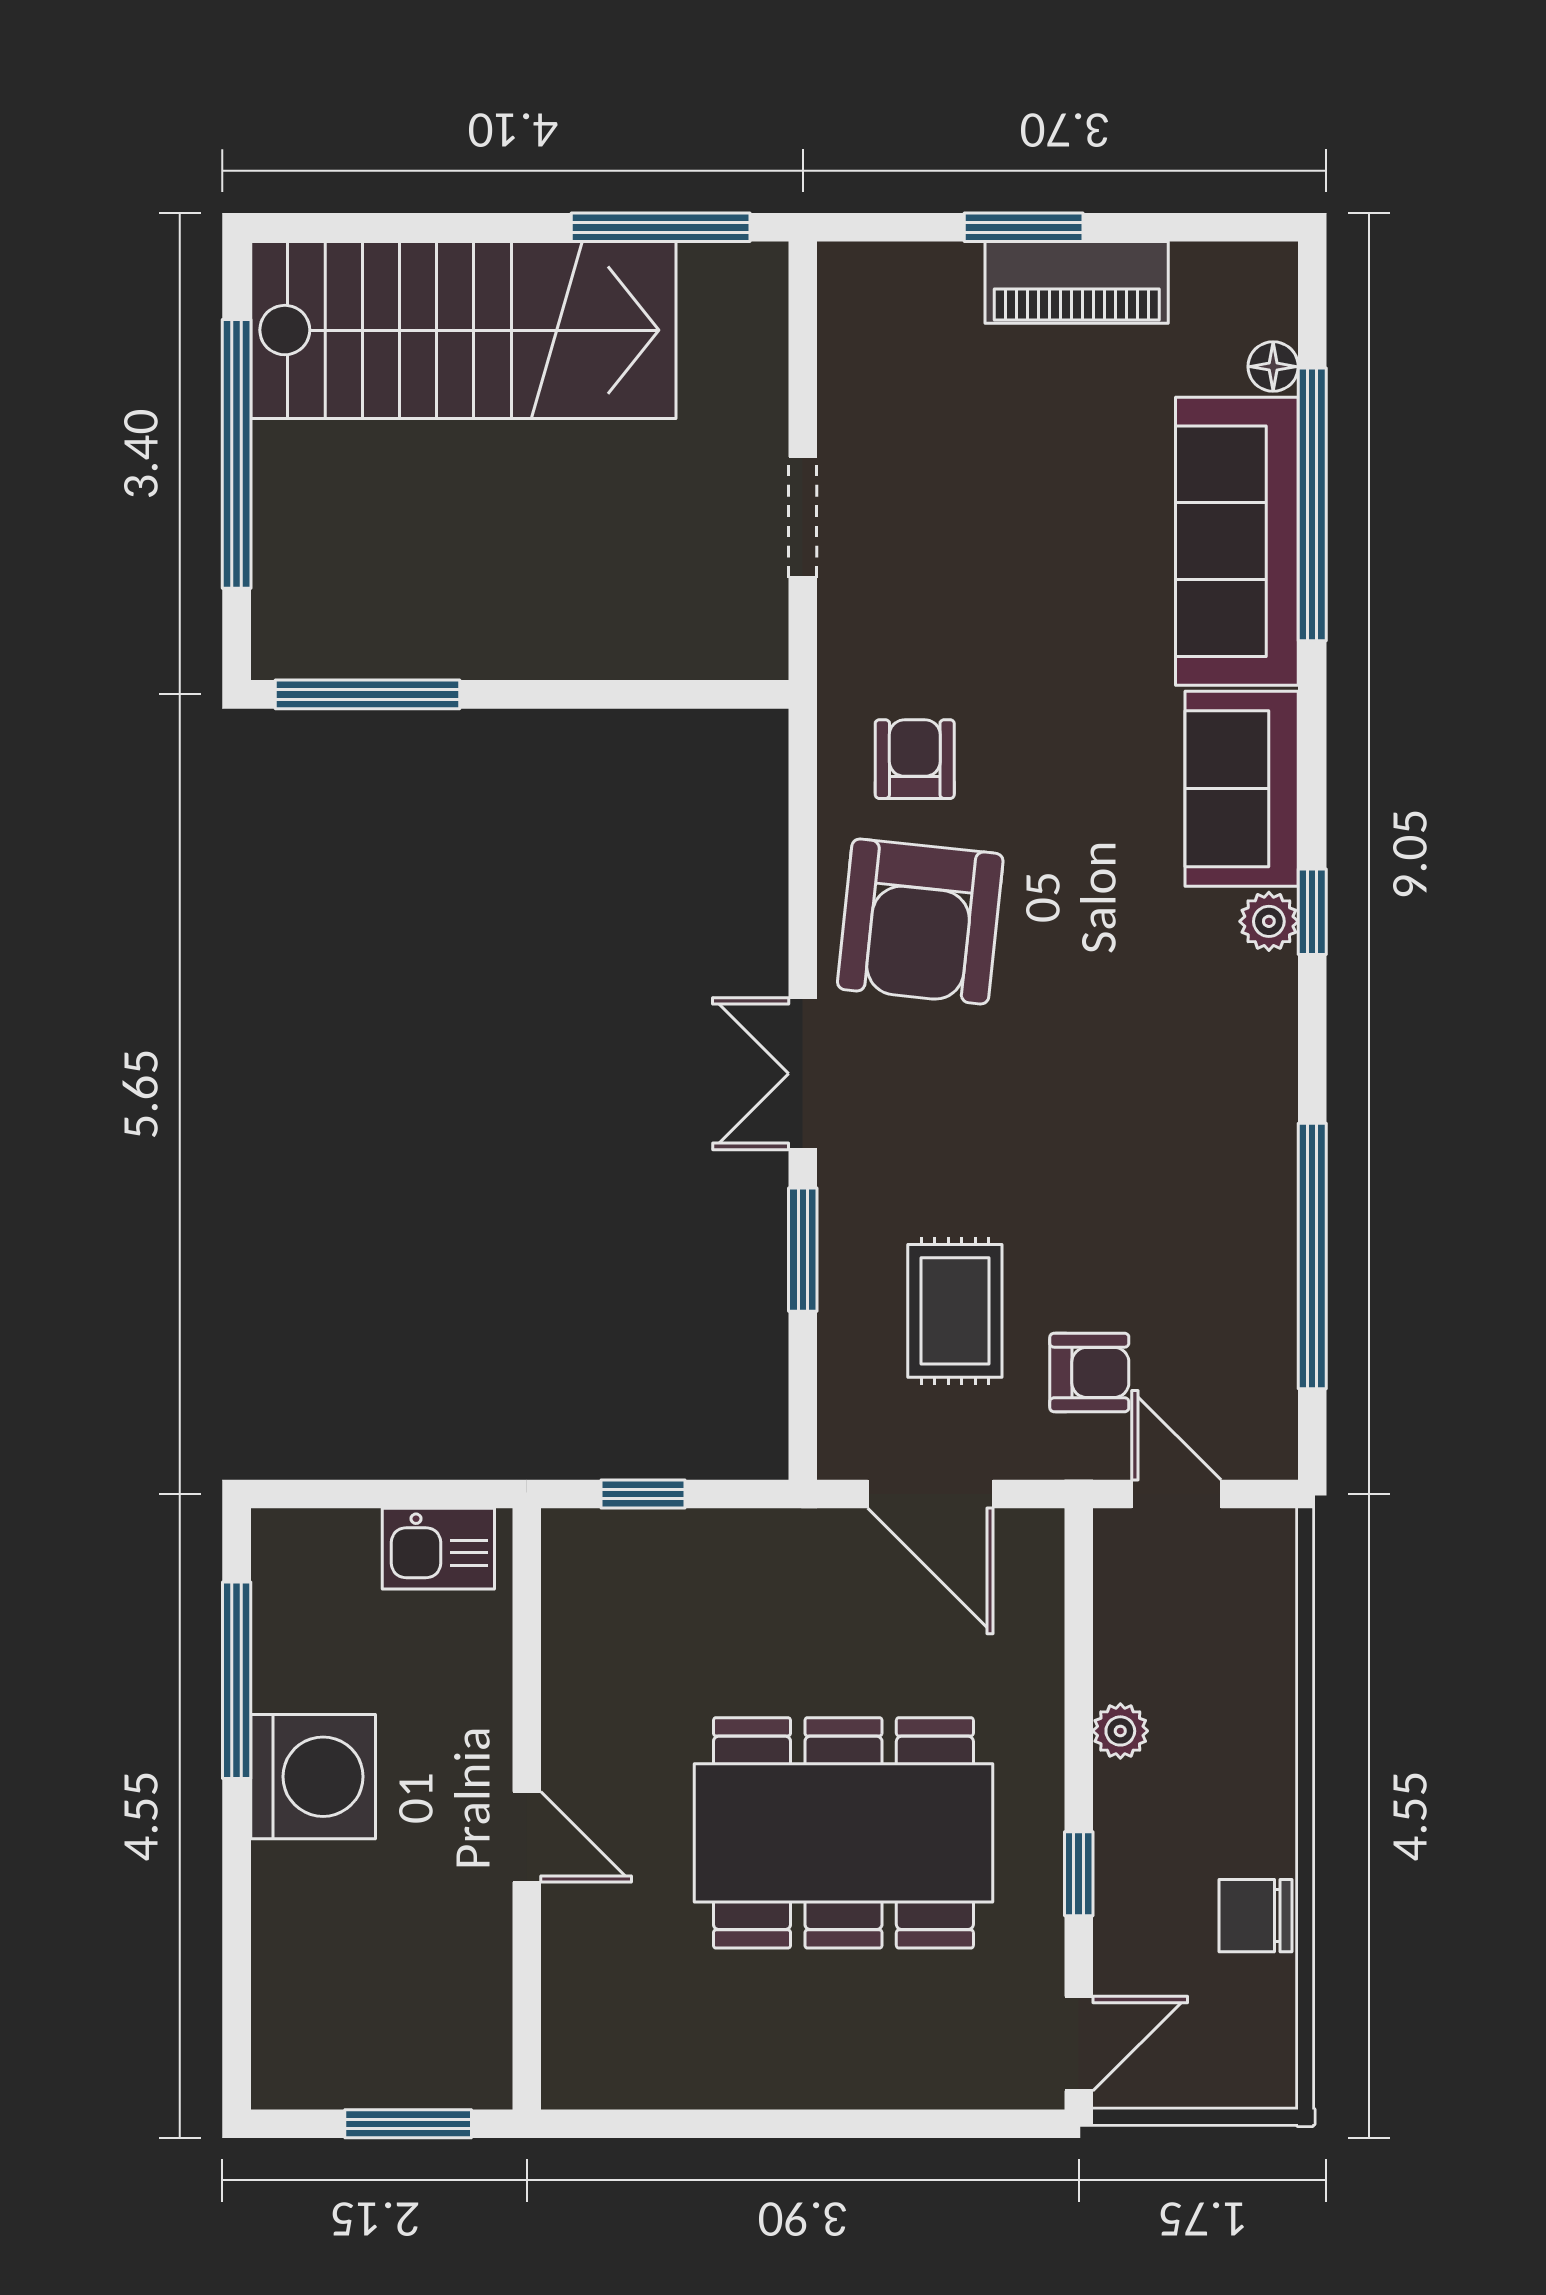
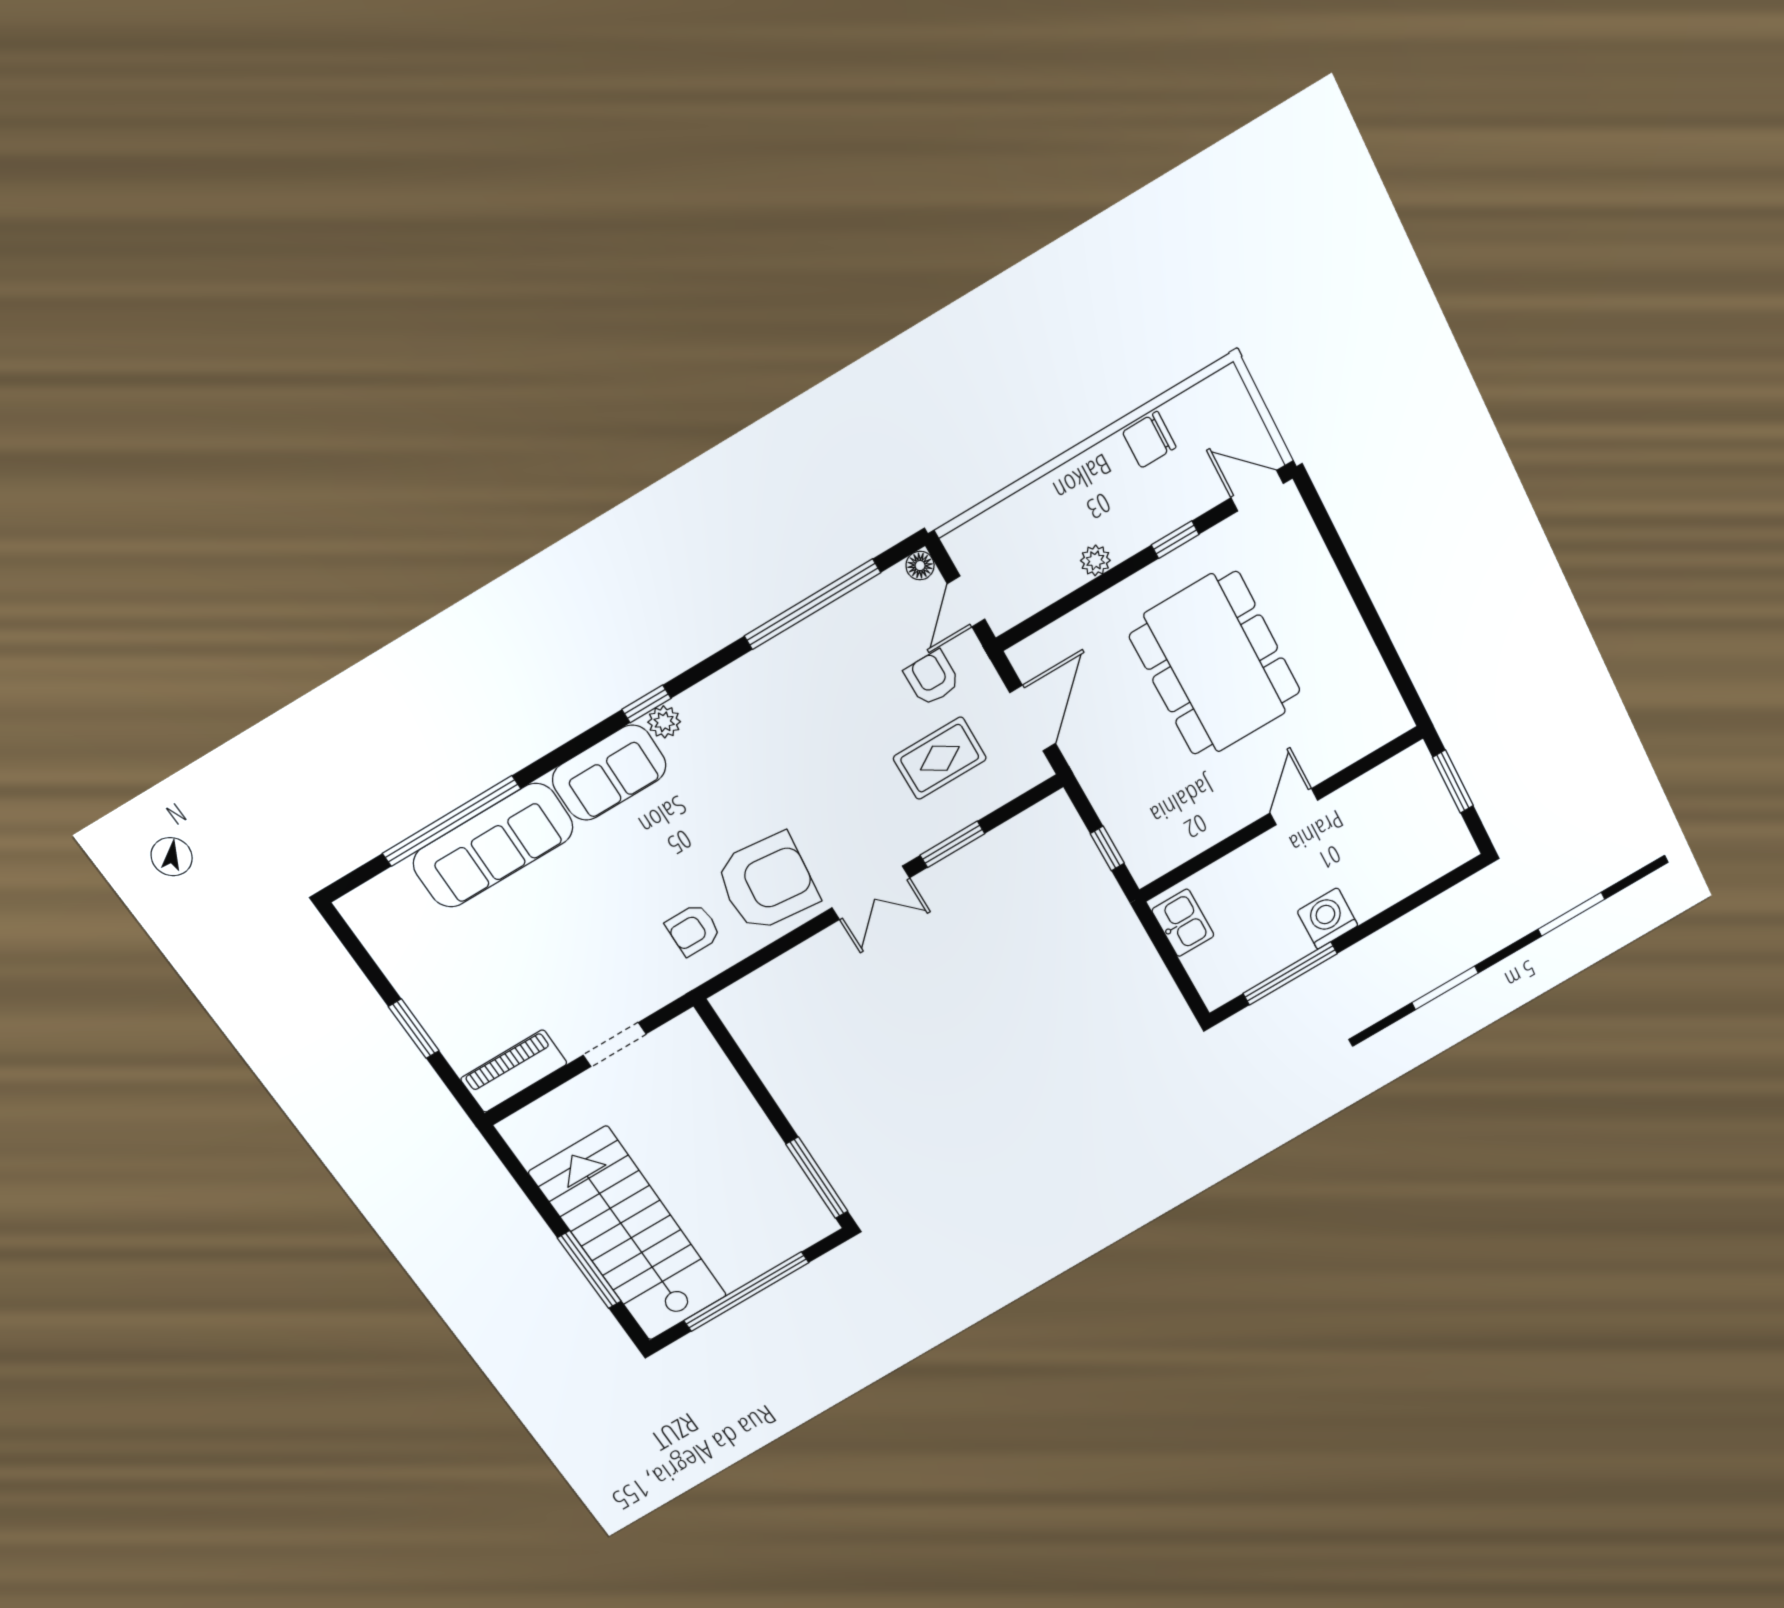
window: (661, 227) -> (589, 1270), moved
piano: (1077, 282) -> (514, 1071), moved, turned -90
floor lamp: (1273, 367) -> (920, 566), moved
washing machine: (313, 1777) -> (1327, 918), width x0.73, depth x0.73
chair: (1255, 1916) -> (1149, 440), turned 90

